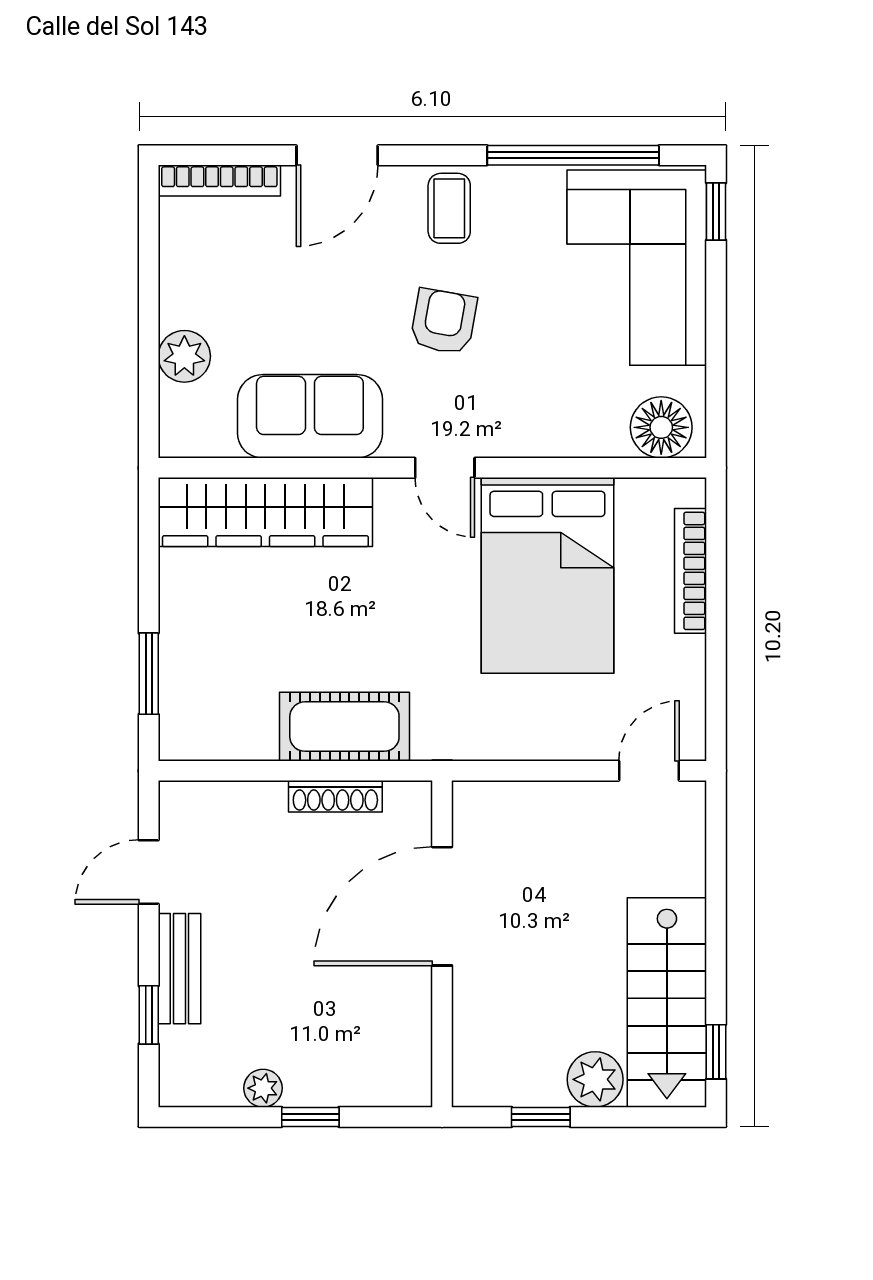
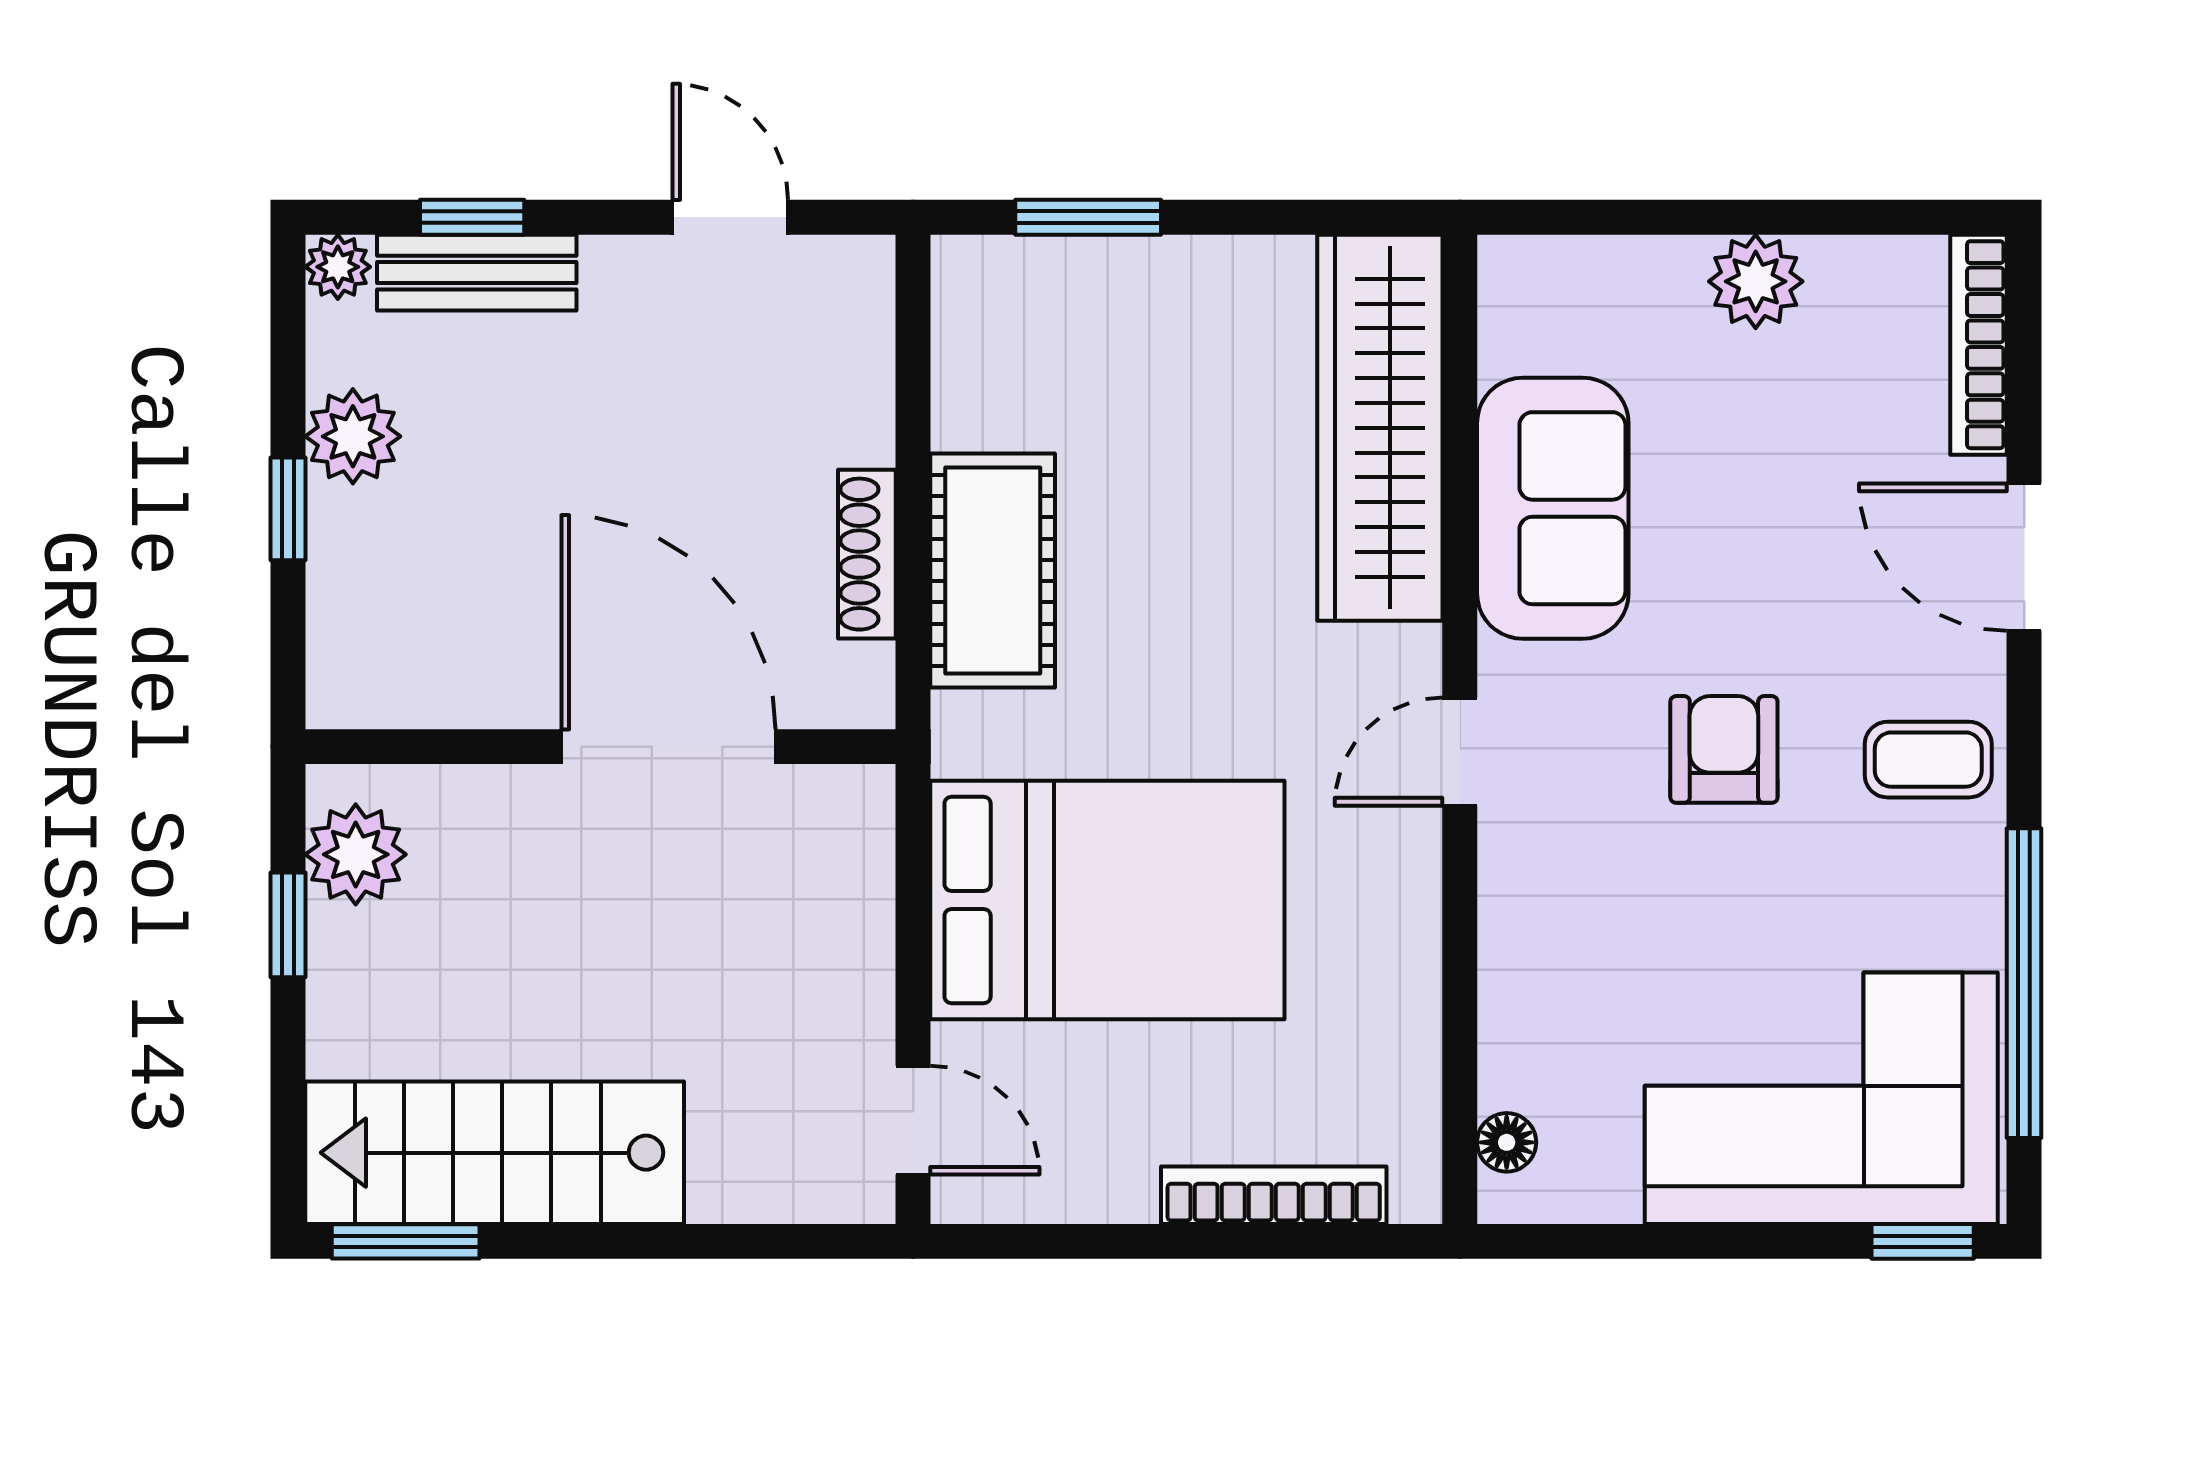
armchair: (444, 321) -> (1724, 749), turned -100
plant: (184, 356) -> (1756, 281), moved
floor lamp: (661, 427) -> (1507, 1142), width x0.53, depth x0.53
bed: (547, 575) -> (1107, 900), moved, turned 180
bench: (179, 969) -> (477, 273), moved
window: (716, 1052) -> (406, 1241), width x1.50
plant: (595, 1079) -> (356, 854), moved
plant: (263, 1088) -> (353, 436), width x1.38, depth x1.38
plant: (176, 1089) -> (338, 267), added

